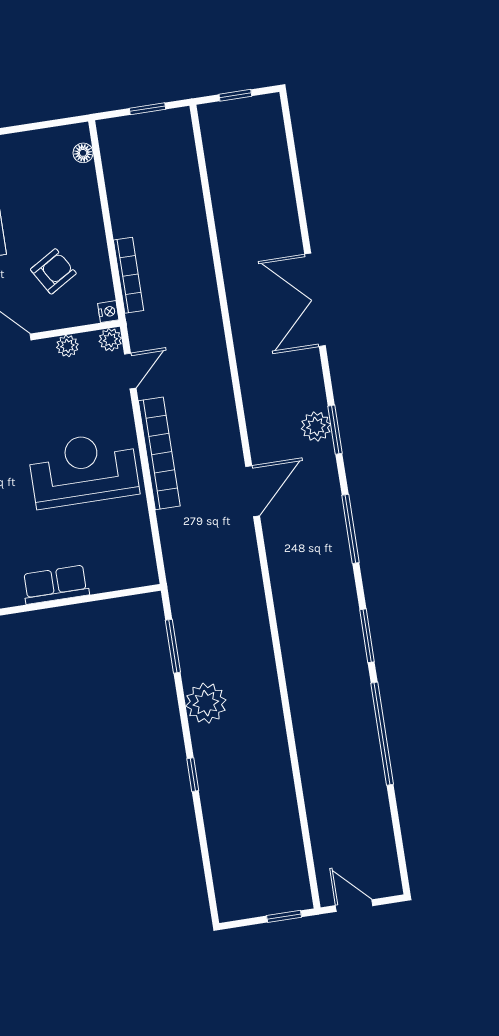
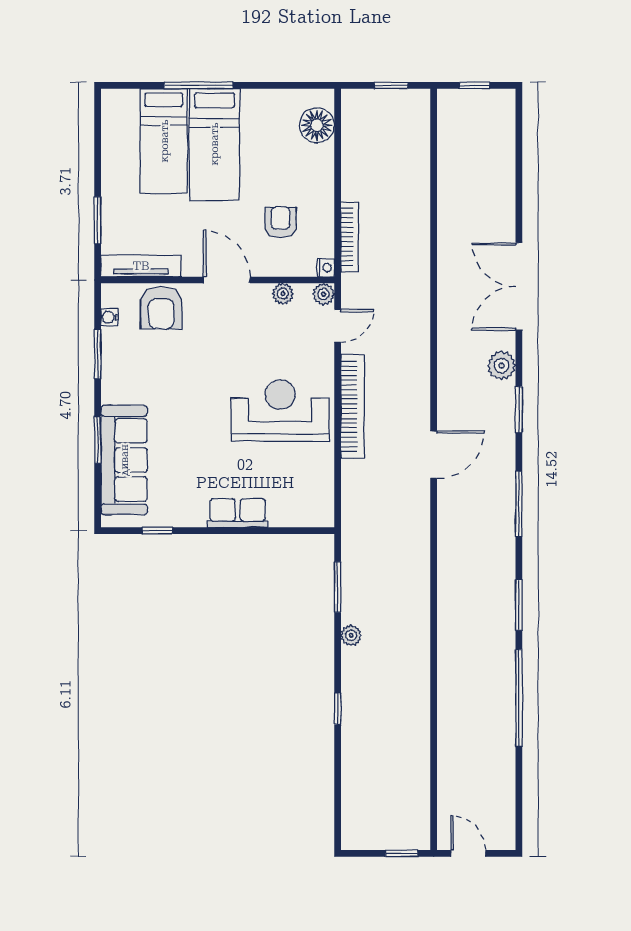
floor lamp: (83, 153) -> (317, 125), width x1.89, depth x1.89
armchair: (53, 271) -> (281, 223), turned -59
plant: (316, 426) -> (502, 366), moved
plant: (206, 703) -> (351, 635), width x0.53, depth x0.53

